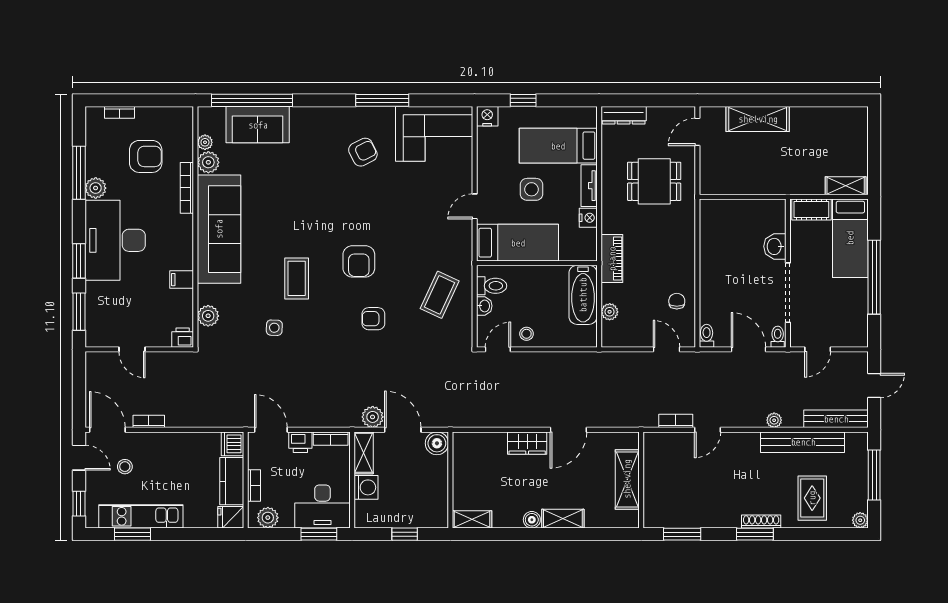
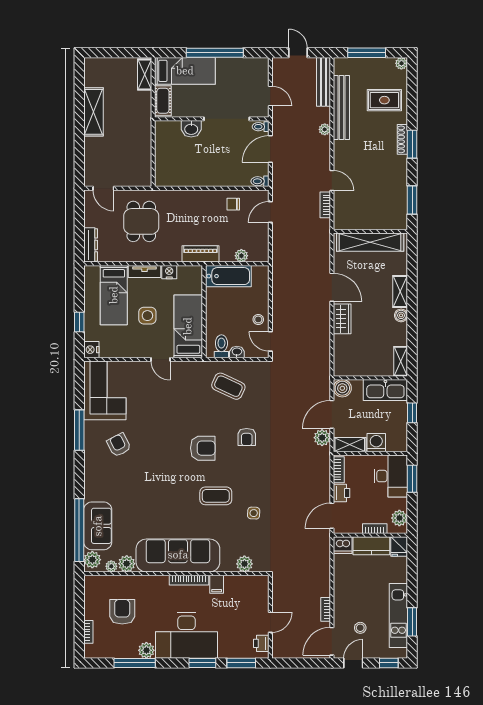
plant: (214, 118) -> (92, 560), added
shelving: (758, 119) -> (93, 112), moved
bookcase: (187, 188) -> (189, 580), moved
printer: (183, 338) -> (261, 643), moved
shelving: (627, 479) -> (370, 242), width x1.47
kitchen sink: (435, 499) -> (385, 390), added

